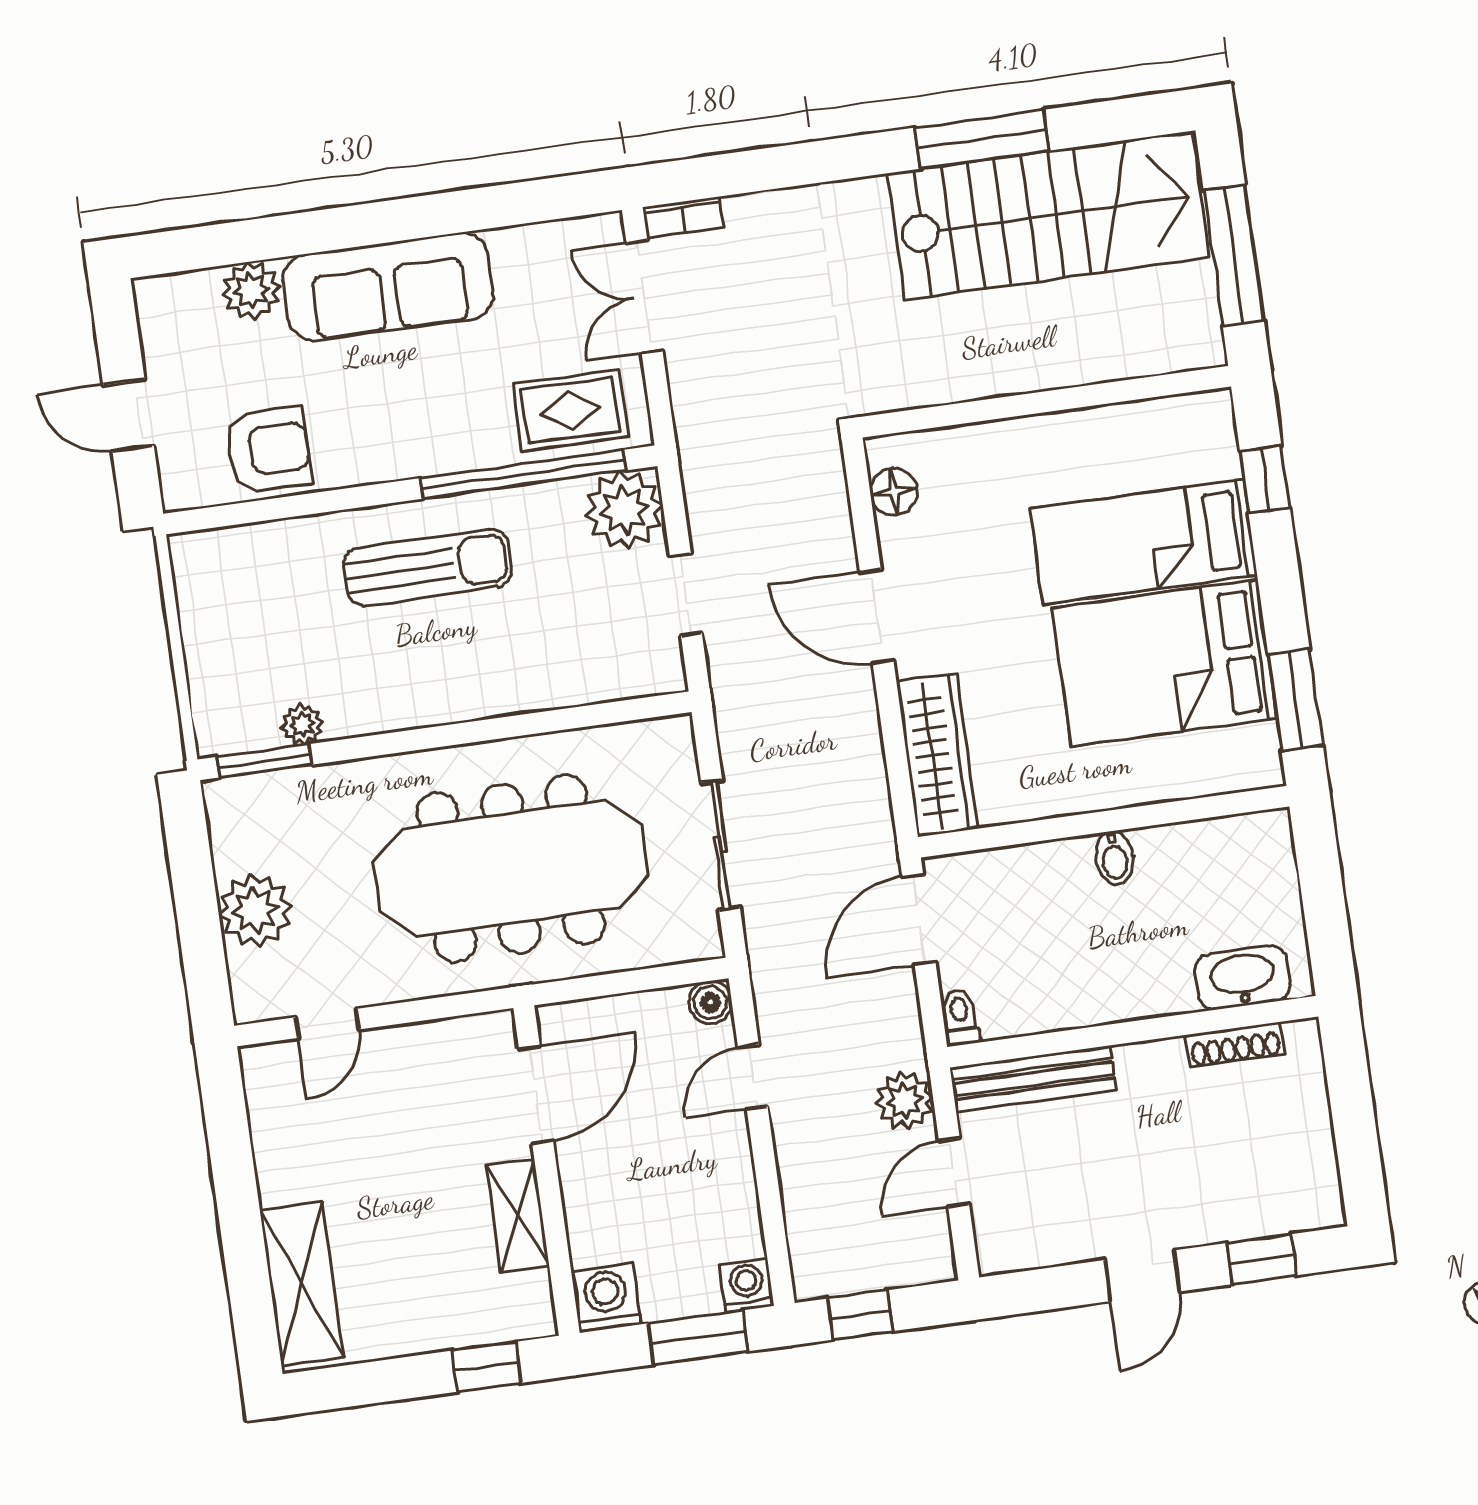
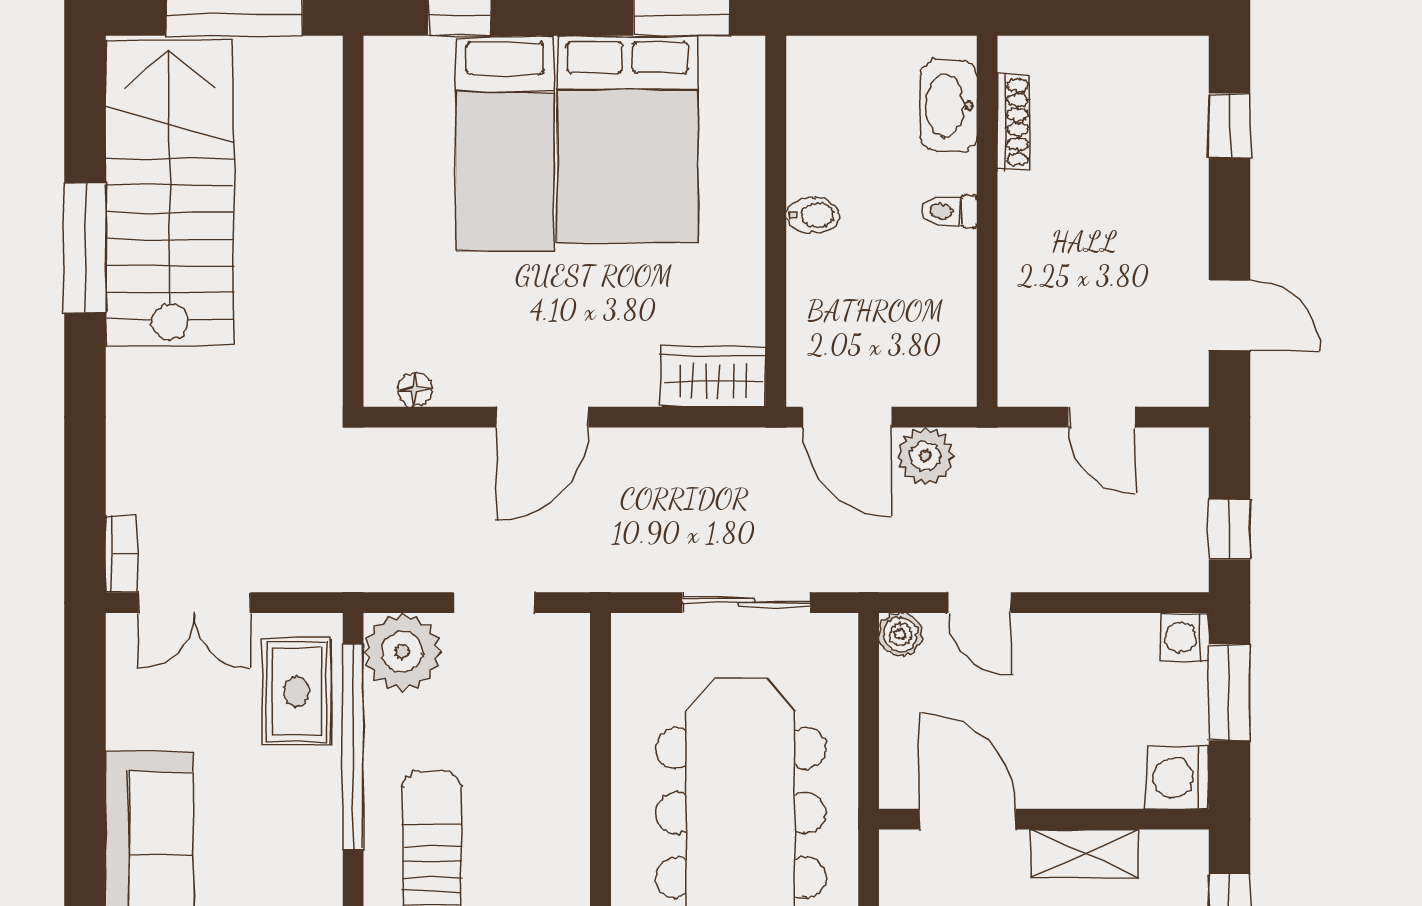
floor lamp: (894, 492) -> (415, 390), width x0.73, depth x0.73
wardrobe: (937, 755) -> (713, 377), width x0.67
toilet: (960, 1017) -> (949, 211), moved
bench: (1033, 1079) -> (1020, 326), removed
plant: (904, 1101) -> (925, 456), moved
door: (1142, 1276) -> (1229, 315), moved

